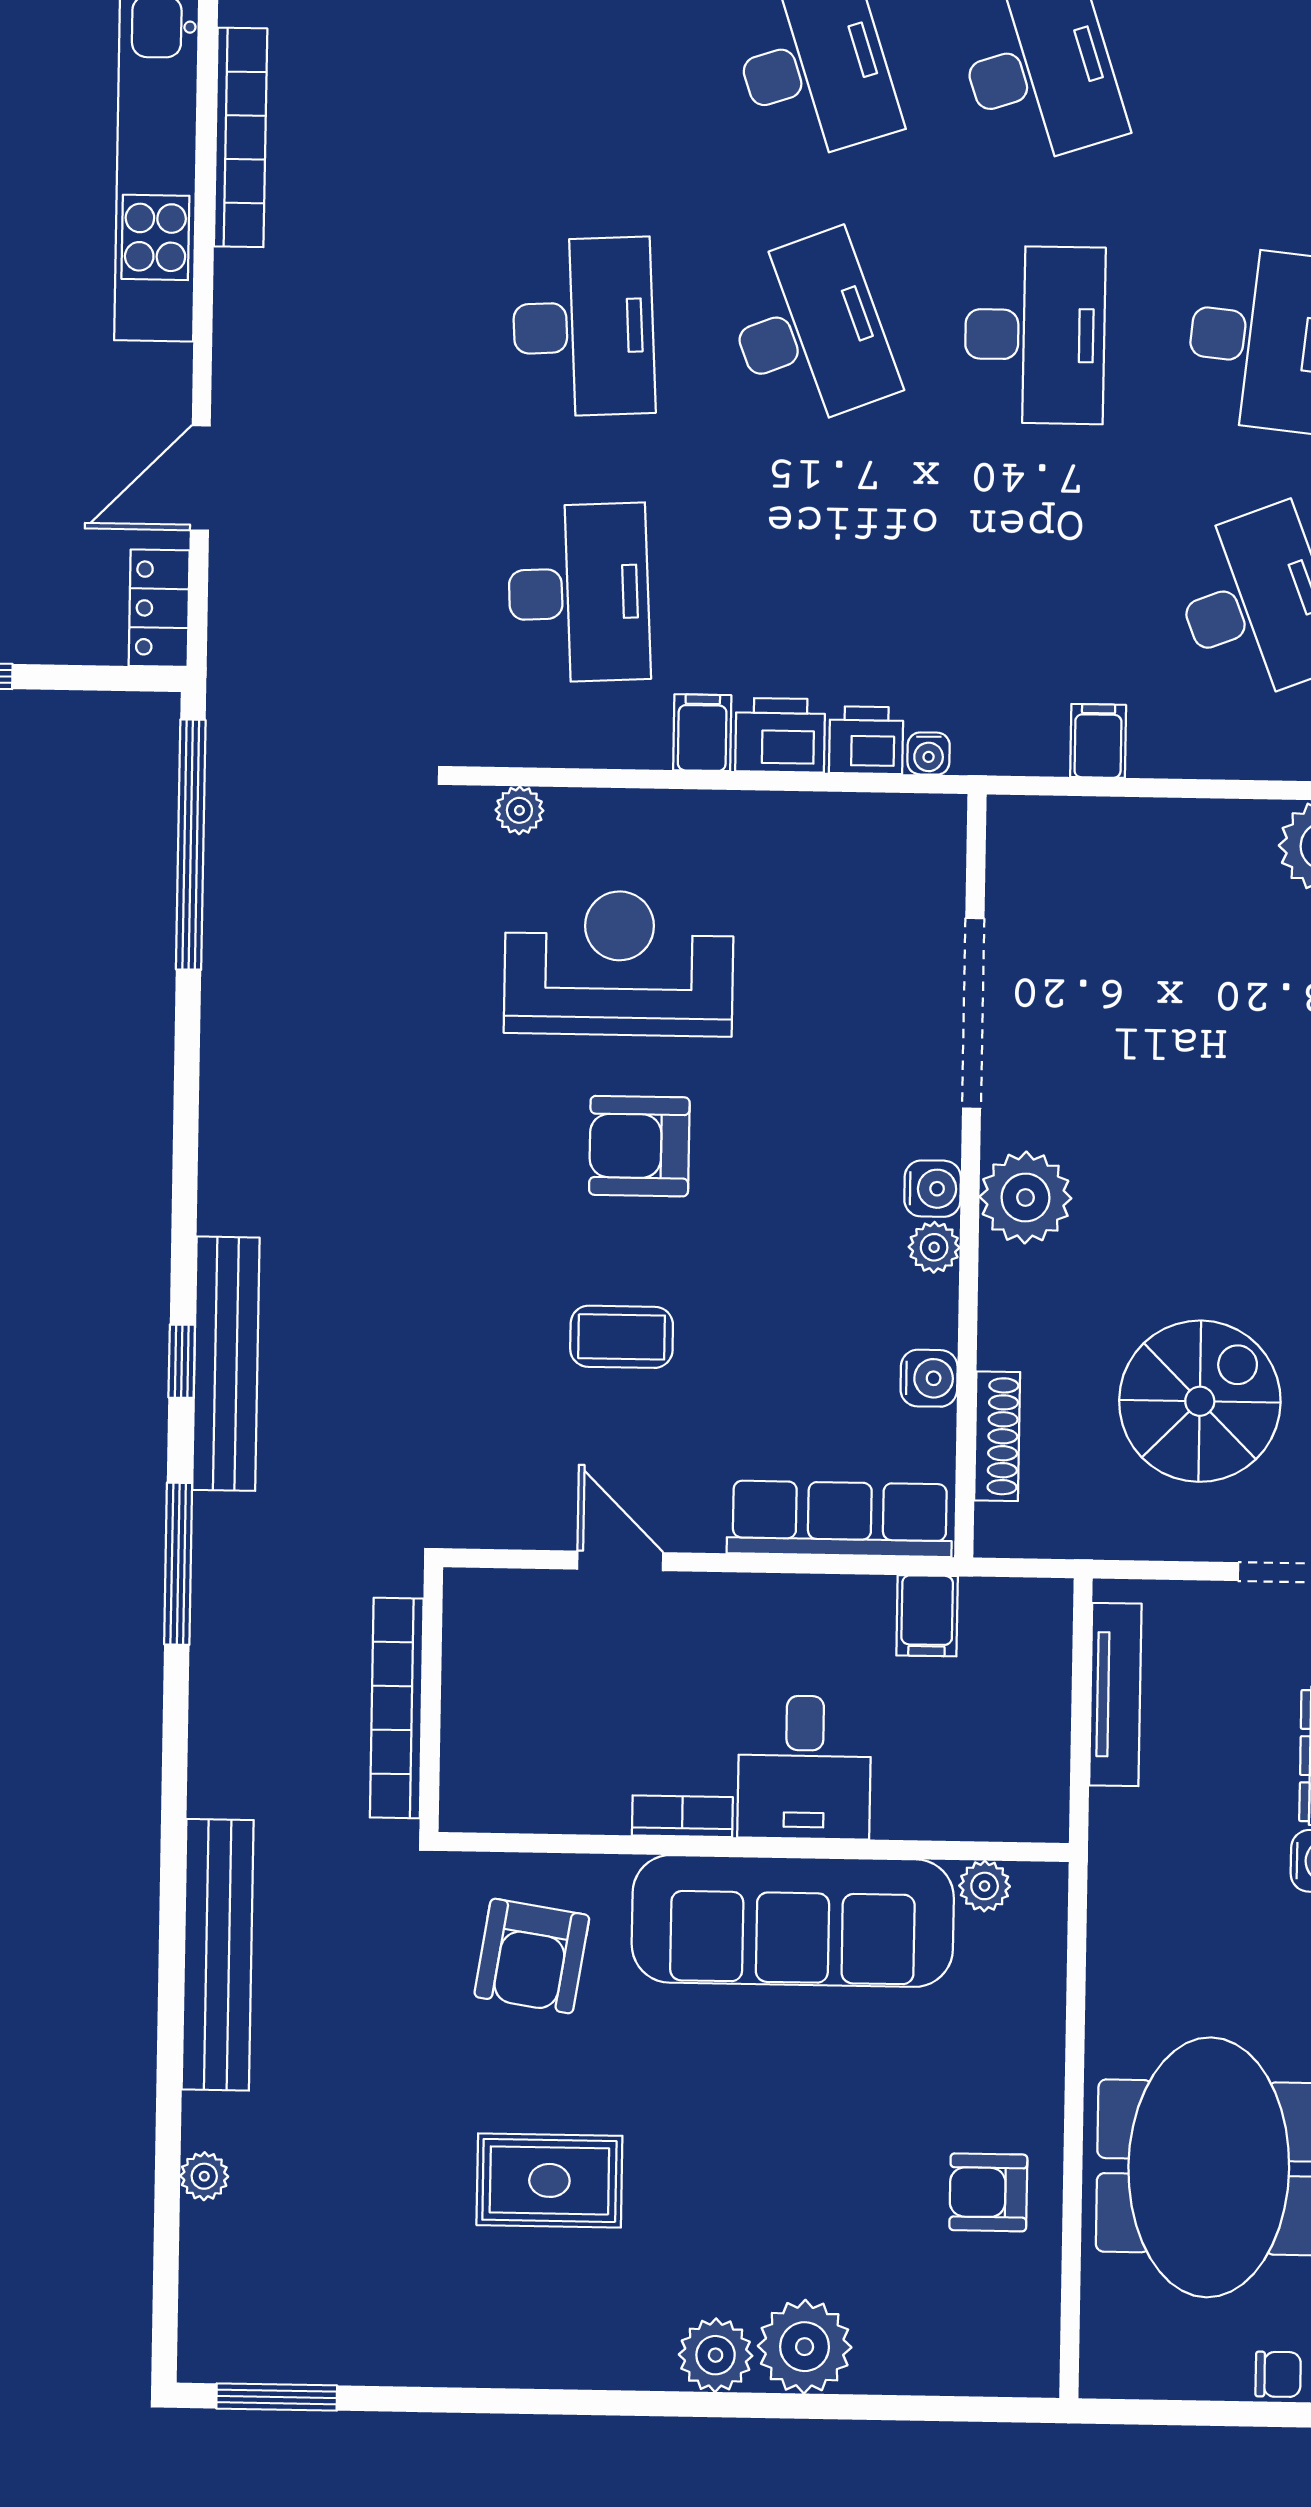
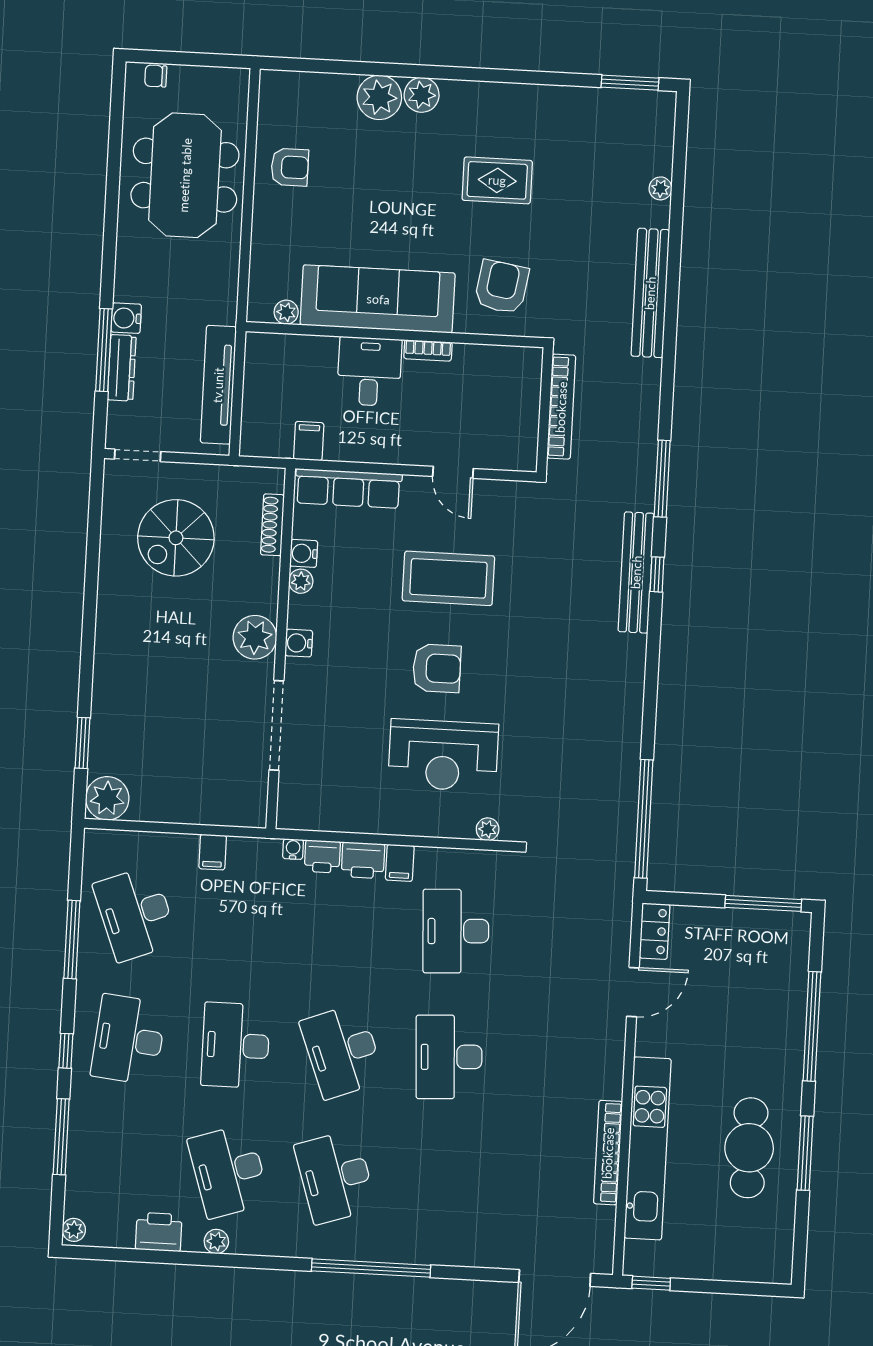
plant: (934, 1247) -> (301, 581), moved
coffee table: (622, 1337) -> (448, 578), width x1.86, depth x1.72
tv unit: (1115, 1695) -> (218, 385), width x1.36, depth x1.29

